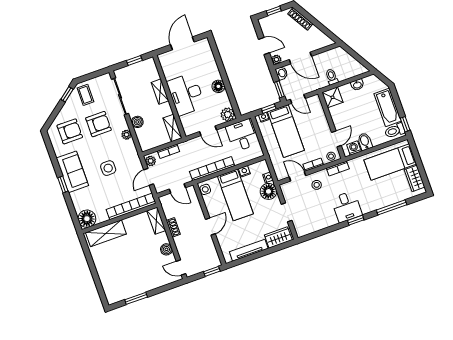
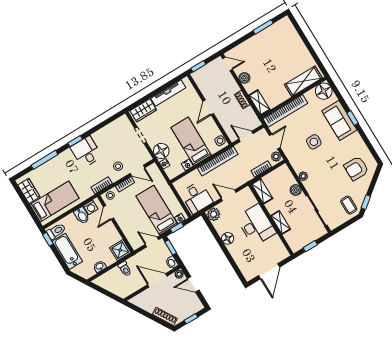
armchair: (98, 124) -> (331, 181), removed
sofa: (72, 172) -> (339, 120), moved

